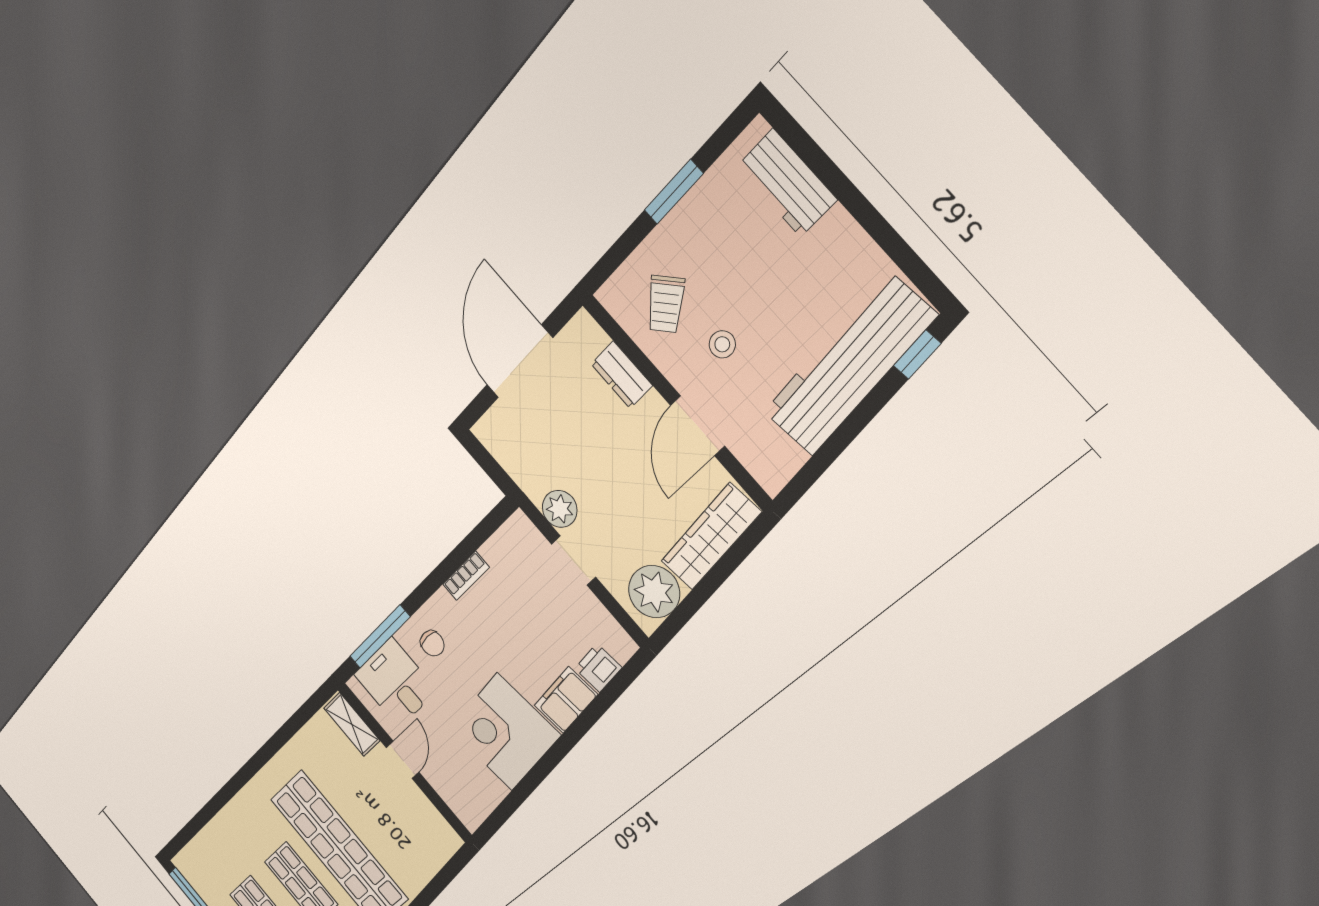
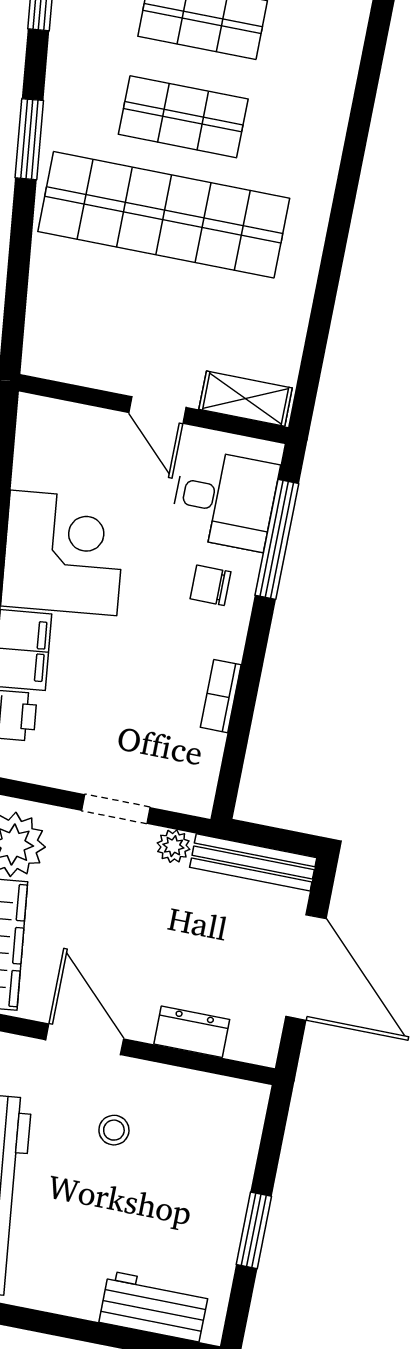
trolley: (666, 304) -> (193, 1128), removed
bench: (510, 458) -> (253, 862), added
plant: (560, 509) -> (173, 846), width x0.73, depth x0.73

